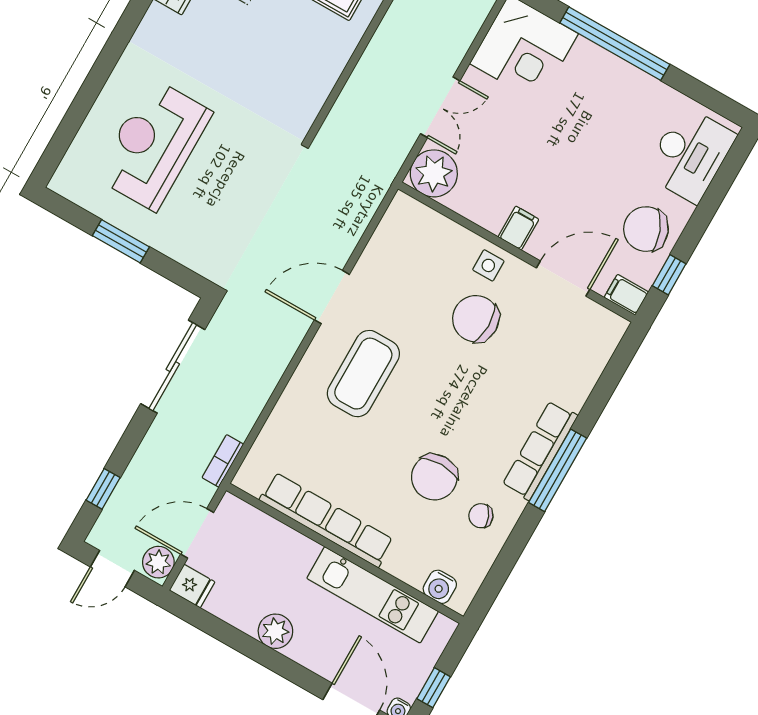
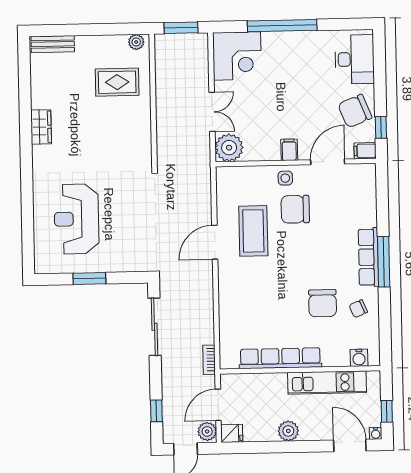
coffee table: (363, 374) -> (253, 231), moved

